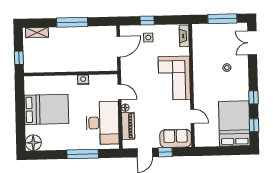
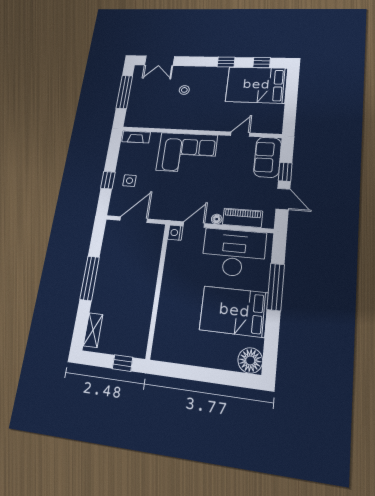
door: (119, 47) -> (134, 220), hinge flipped
nightstand: (83, 80) -> (175, 233), moved
bed: (46, 109) -> (234, 311), moved, turned -90

